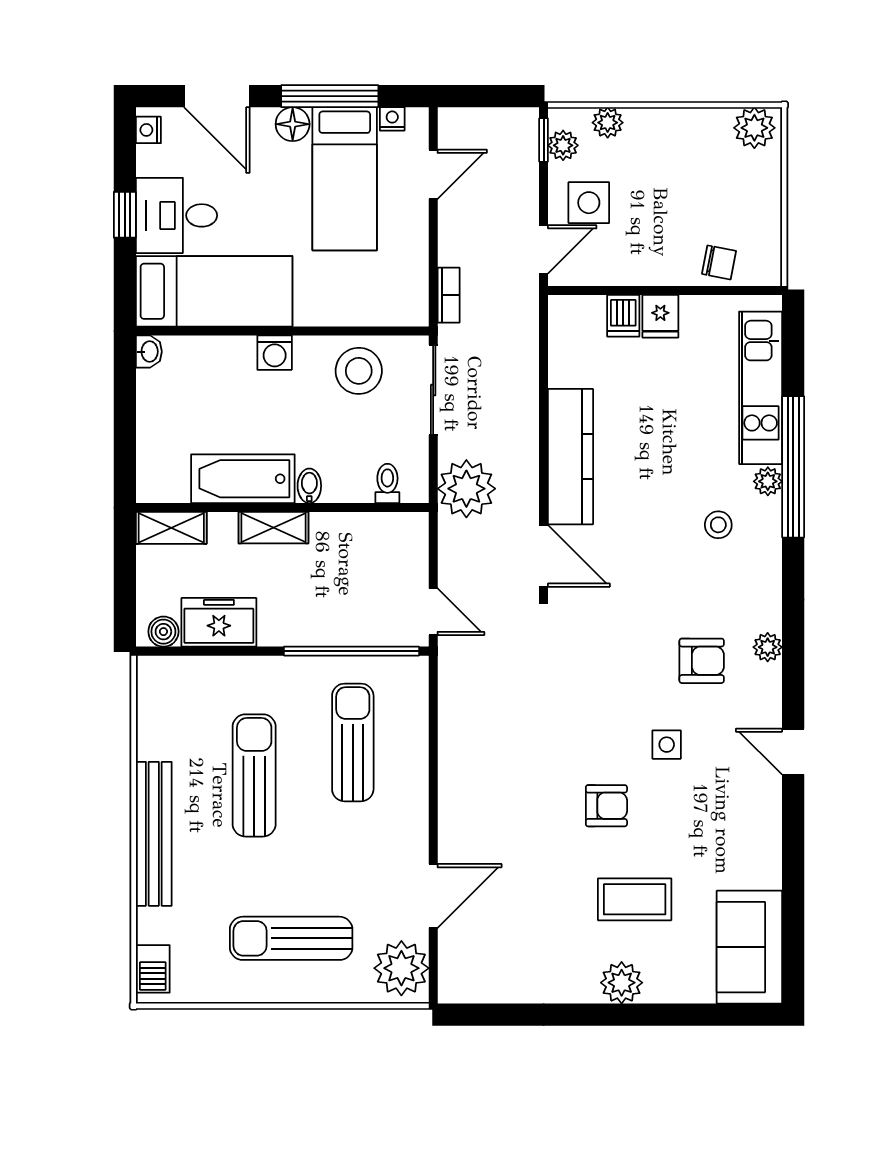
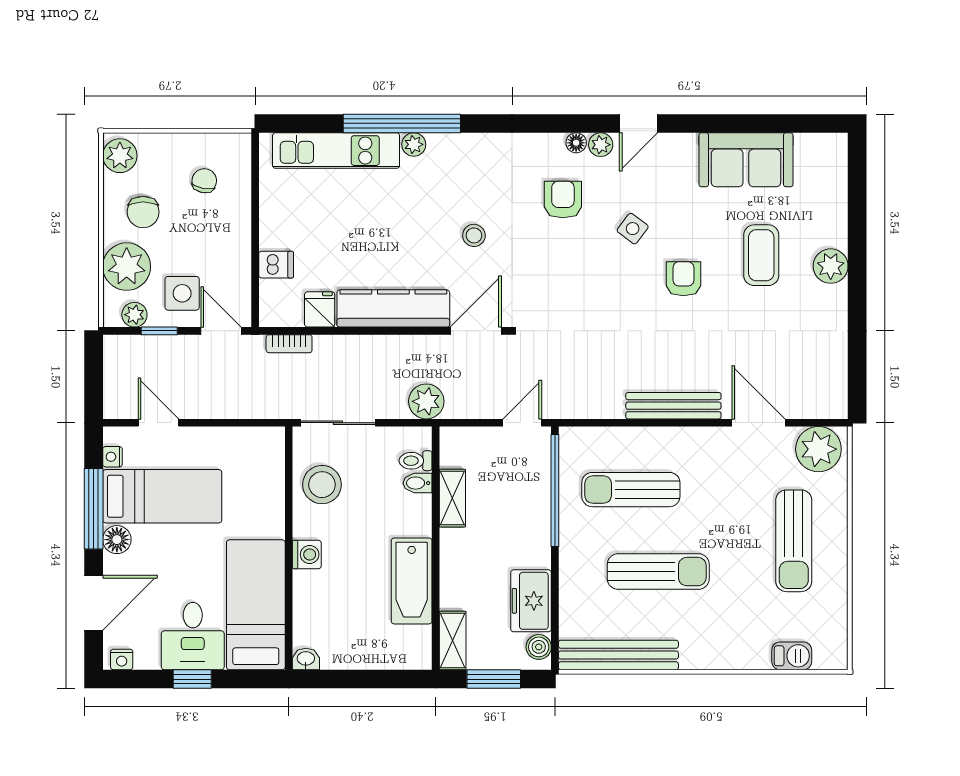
plant: (608, 123) -> (127, 267), width x1.88, depth x1.88
window: (544, 140) -> (159, 331), moved
chair: (687, 156) -> (143, 212), added
chair: (719, 262) -> (204, 181), moved
bookcase: (449, 295) -> (289, 344), moved, turned 180
fridge: (660, 316) -> (320, 309), moved, turned -90
bidet: (309, 486) -> (418, 483), moved
plant: (466, 489) -> (426, 401), width x0.73, depth x0.73
stool: (718, 525) -> (474, 235), moved
shelving: (273, 528) -> (452, 498), moved
window: (125, 578) -> (494, 679), added
plant: (768, 647) -> (601, 145), moved
floor lamp: (770, 677) -> (576, 143), added
side table: (667, 745) -> (633, 229), turned 37
sun lounger: (254, 775) -> (658, 572), turned 180
bench: (454, 794) -> (673, 406), added
bench: (154, 834) -> (618, 655), moved
sofa: (749, 947) -> (746, 160), moved
barbecue: (153, 969) -> (792, 656), moved

